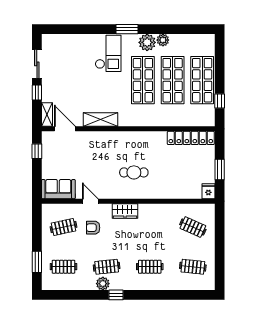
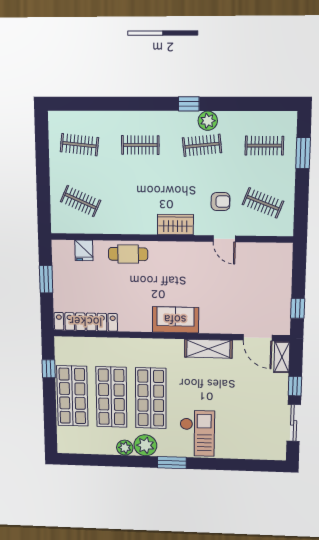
checkout: (108, 53) -> (197, 433), turned 180
cafe table: (134, 172) -> (128, 254), moved
sofa: (58, 189) -> (175, 320), moved, turned 180
fridge: (208, 191) -> (84, 250), moved
clothes rail: (63, 227) -> (263, 203), turned 33

